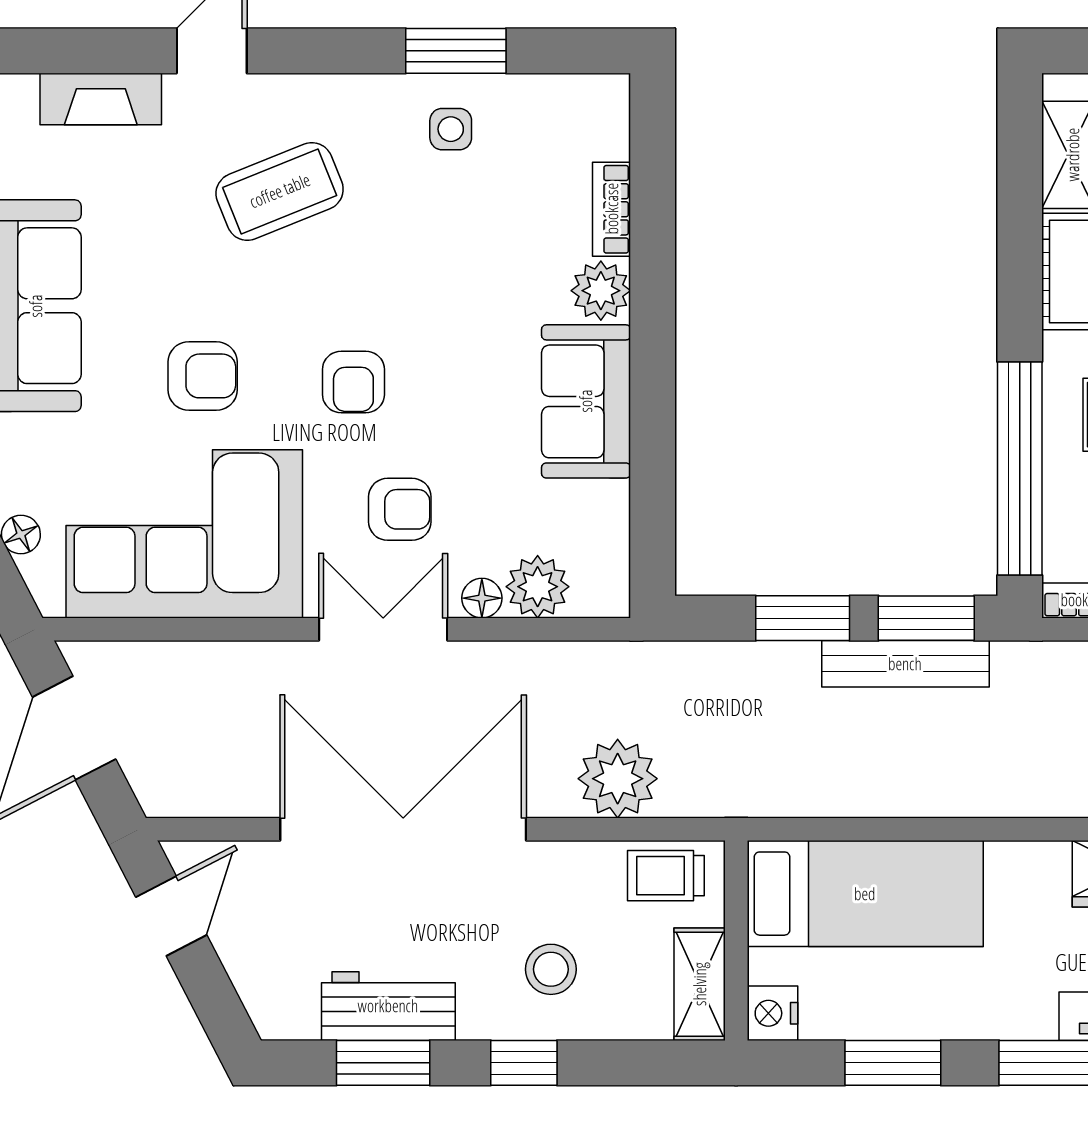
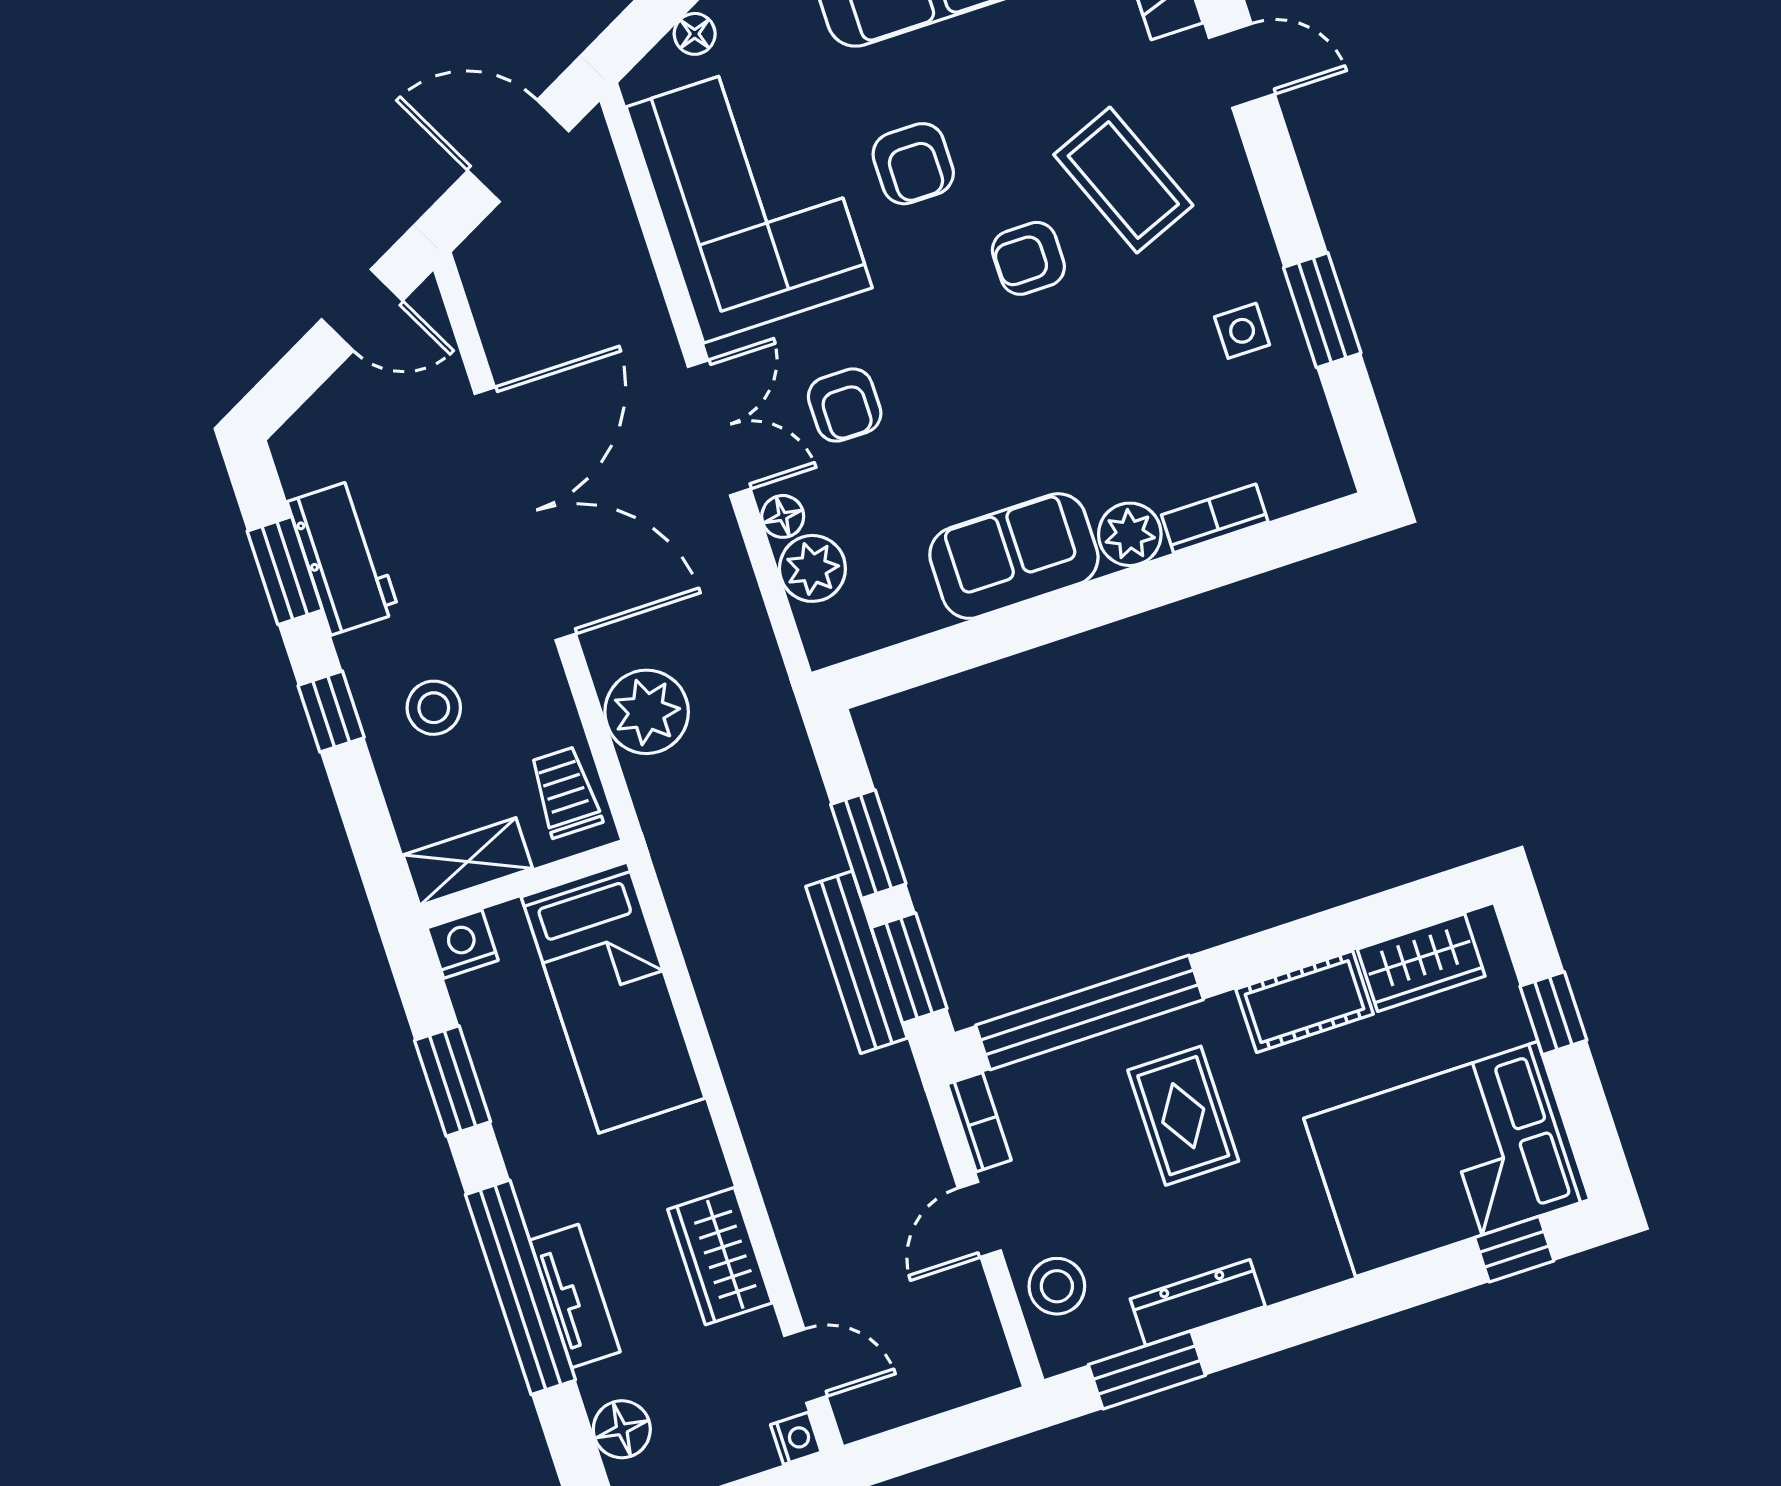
armchair: (353, 382) -> (1028, 258), moved

